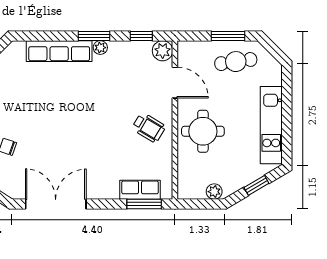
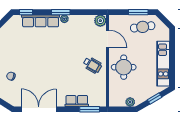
window: (141, 36) -> (26, 12), moved
row of seats: (140, 190) -> (77, 101), moved

